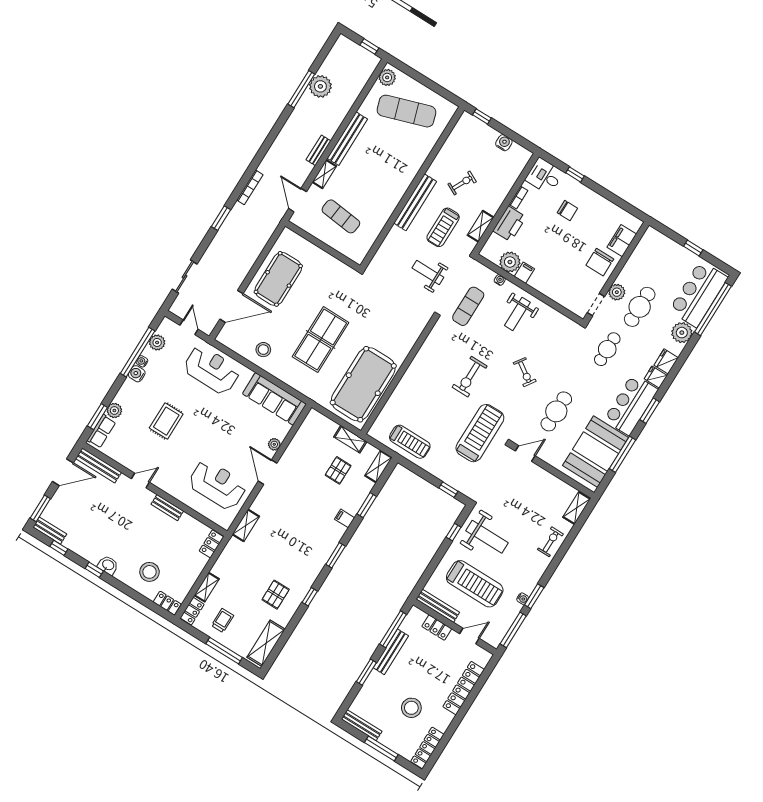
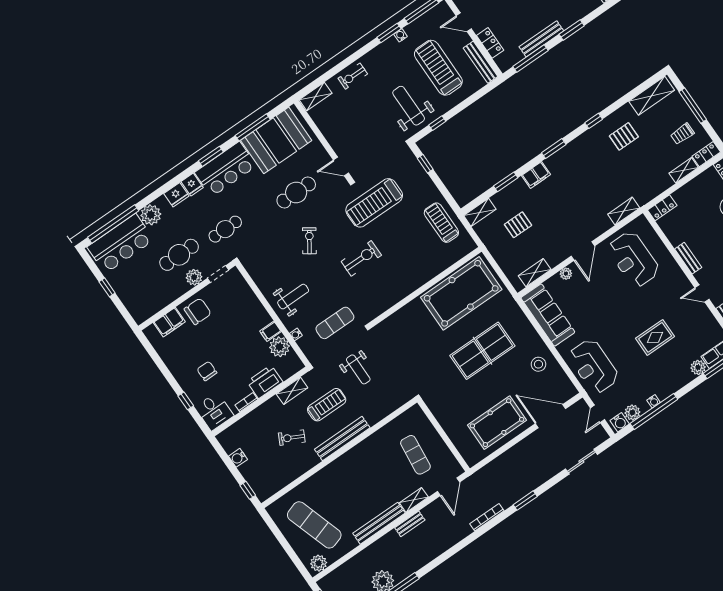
water cooler: (137, 374) -> (620, 422), moved
shelving: (350, 439) -> (535, 273), moved, turned 90
filing cabinet: (345, 518) -> (536, 175), width x2.00

